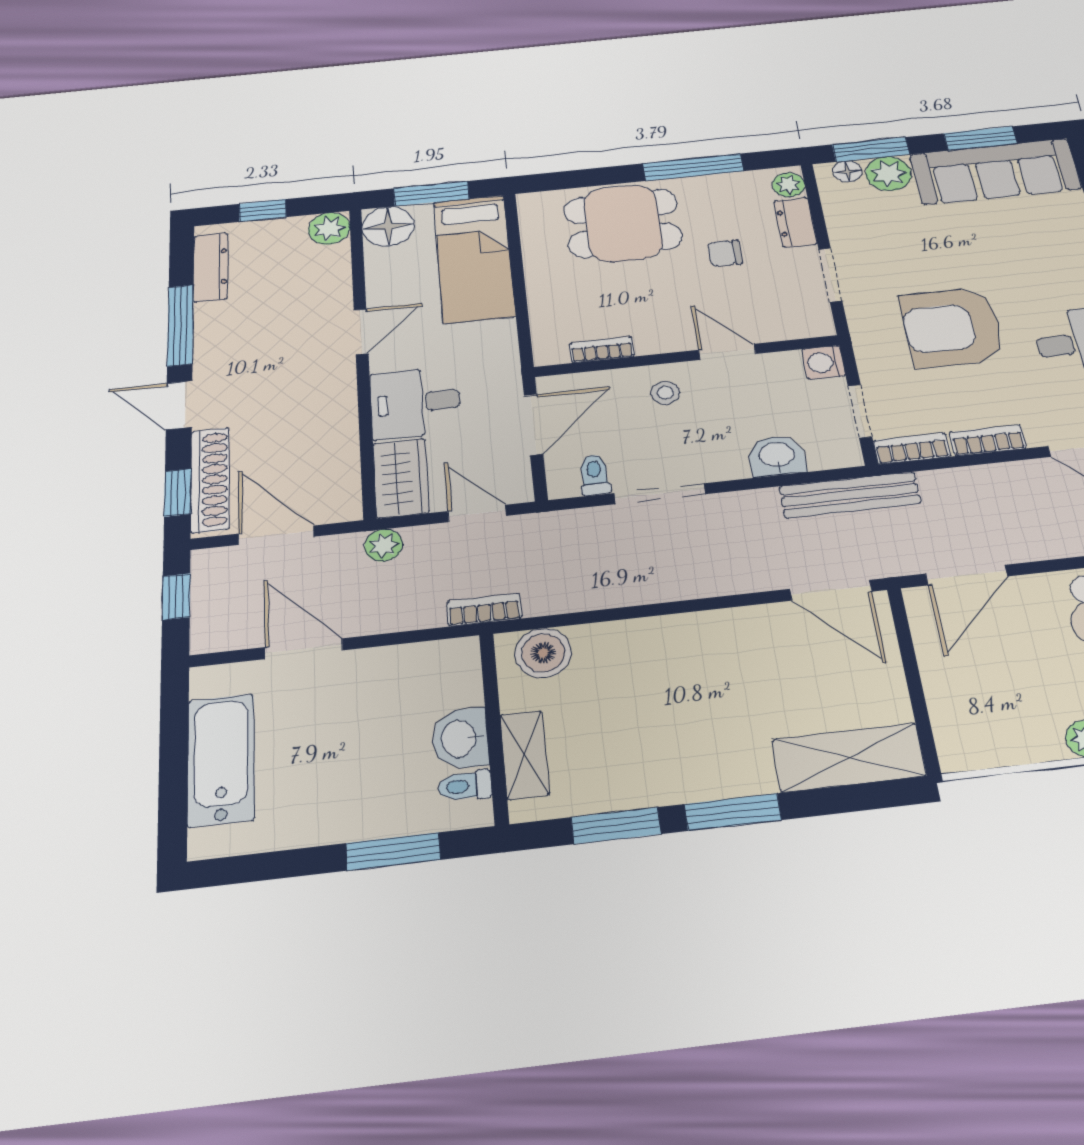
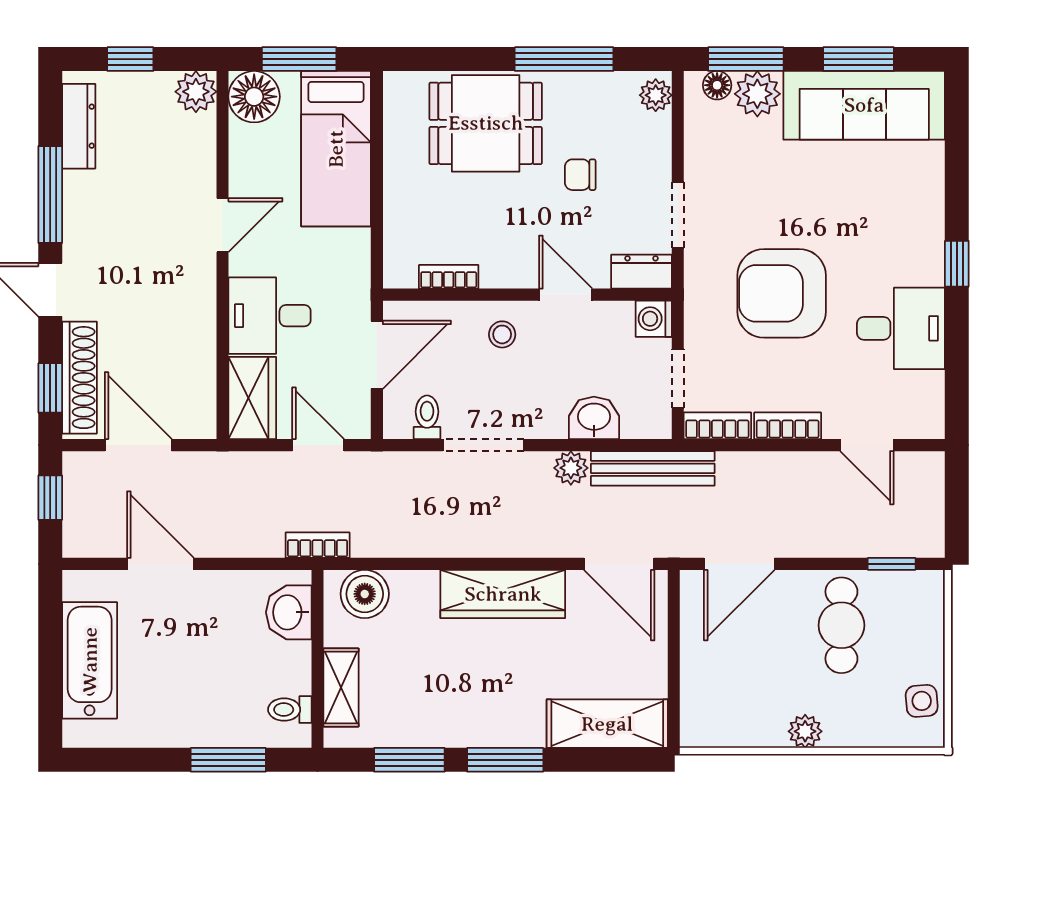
dresser: (795, 222) -> (641, 272), moved, turned 90
plant: (384, 545) -> (571, 468), moved
wardrobe: (703, 635) -> (503, 594), added
washbasin: (460, 739) -> (289, 612), moved

